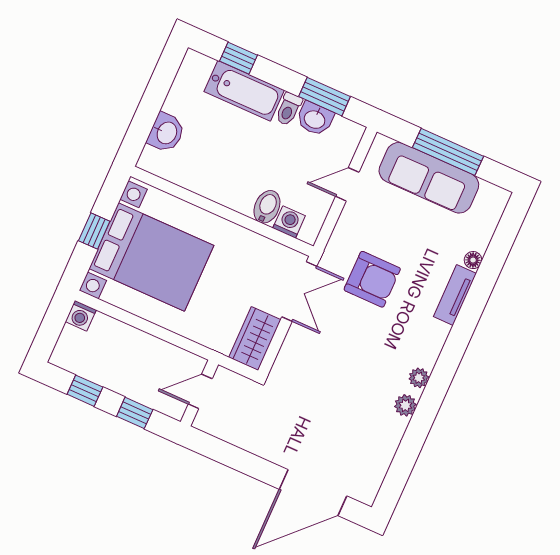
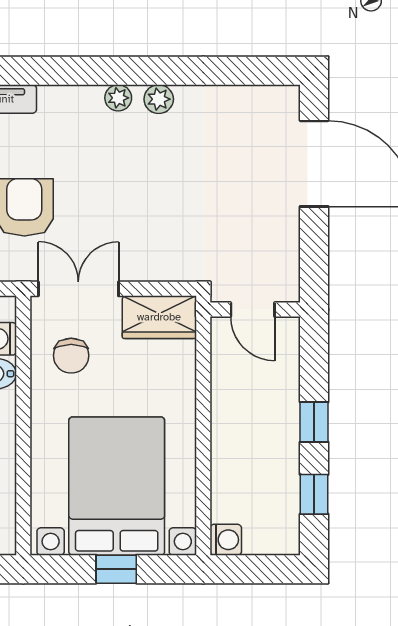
chair: (255, 266) -> (71, 356), added
door: (200, 391) -> (253, 310), moved
wall: (199, 393) -> (255, 310), moved

